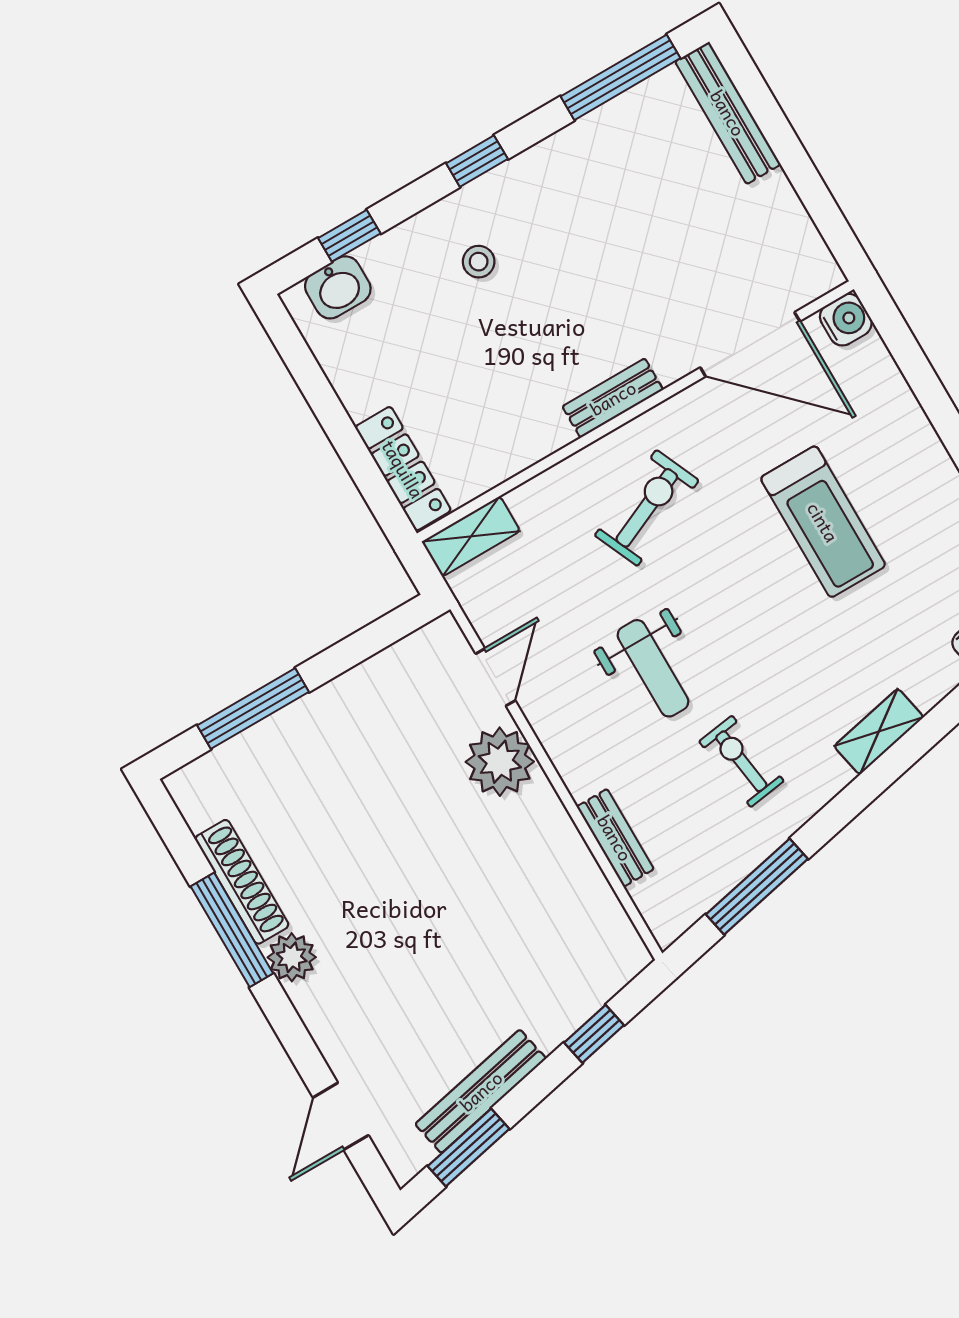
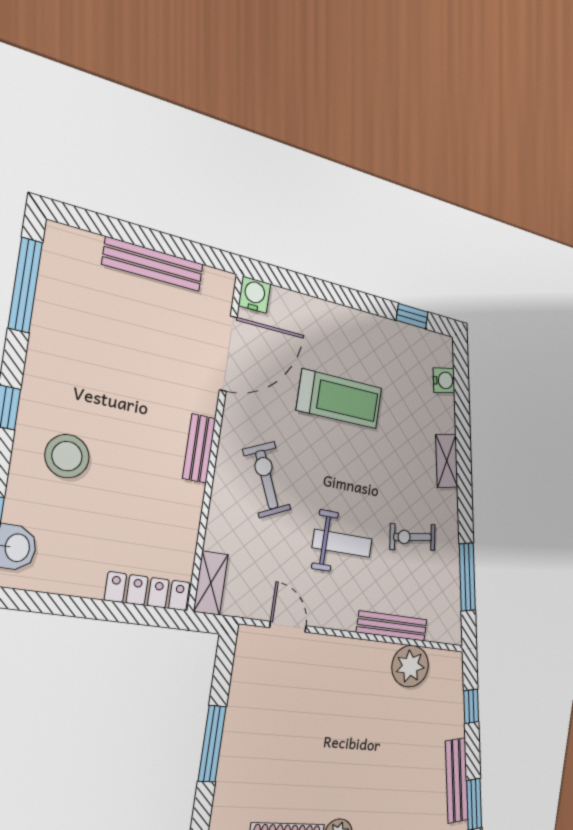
bench: (728, 113) -> (153, 264), moved
stool: (479, 262) -> (67, 456), width x1.89, depth x1.89
window: (253, 709) -> (212, 744), moved
plant: (500, 762) -> (410, 666), moved
bench: (615, 838) -> (392, 626), width x1.36

